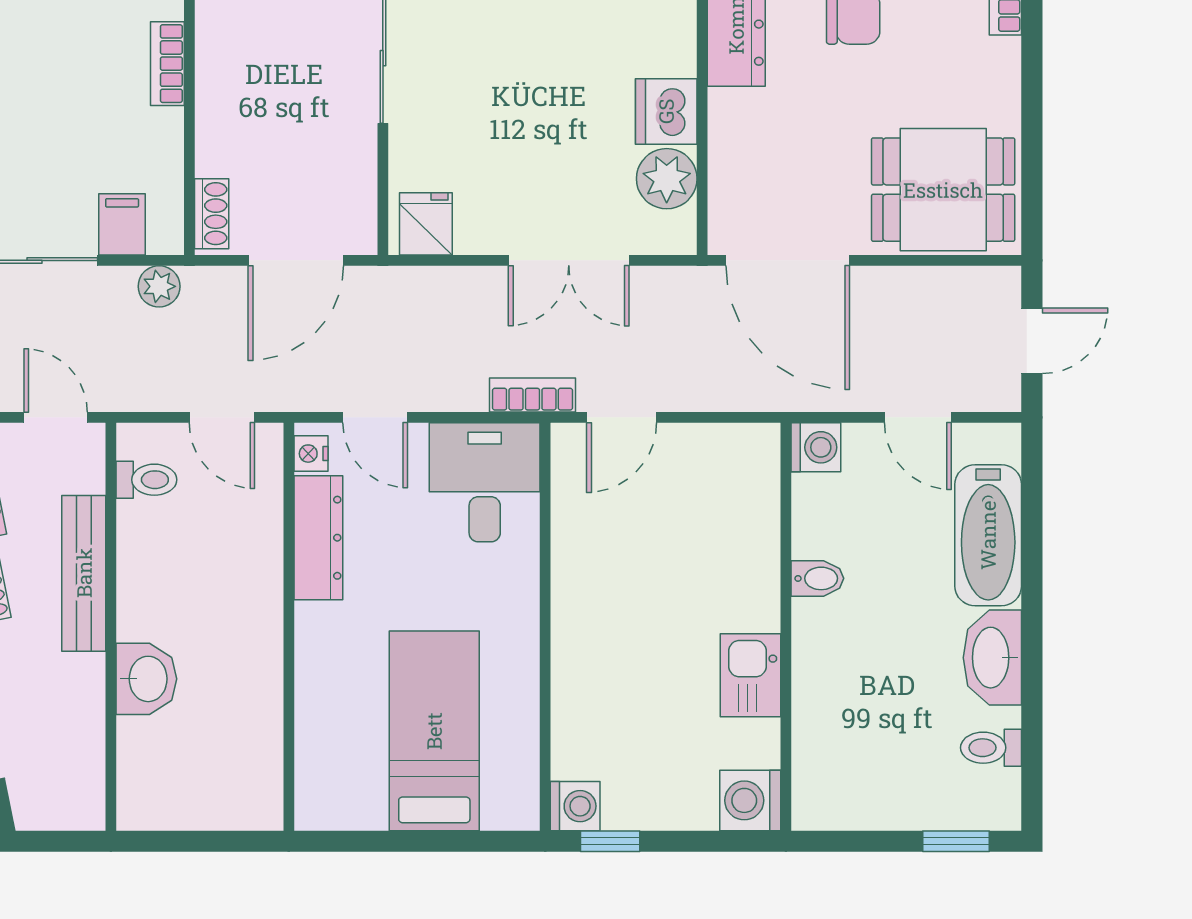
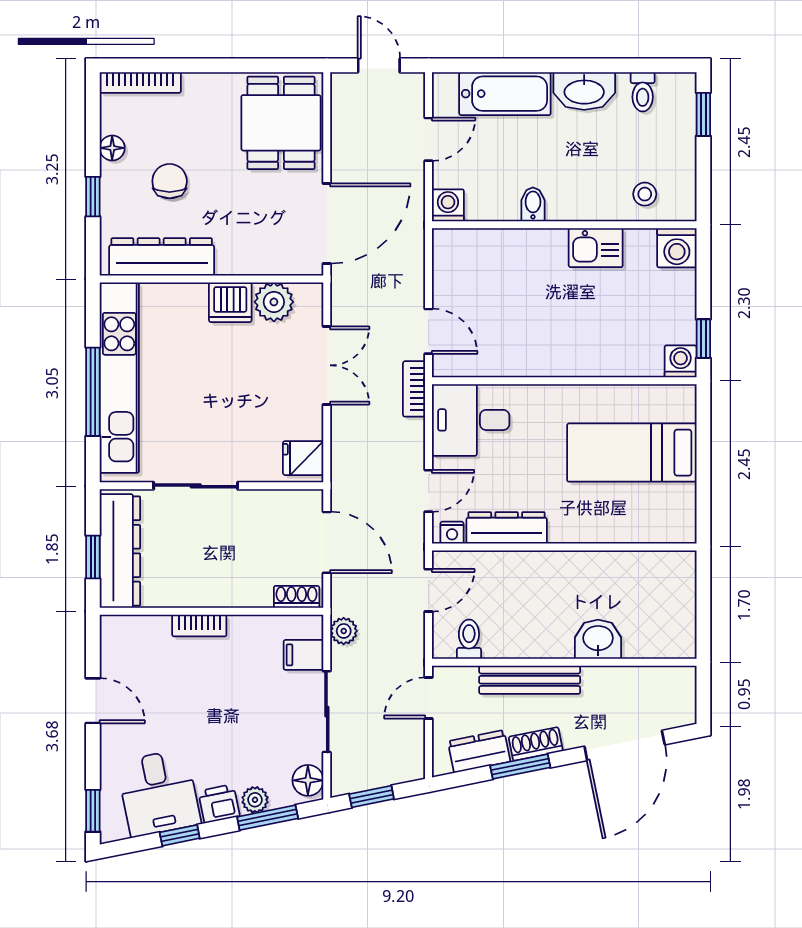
stool: (833, 751) -> (645, 194), added

